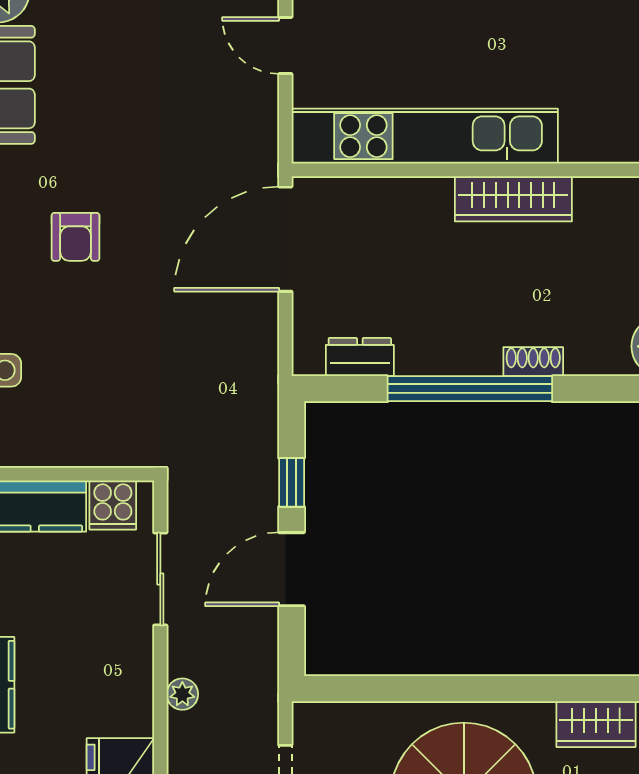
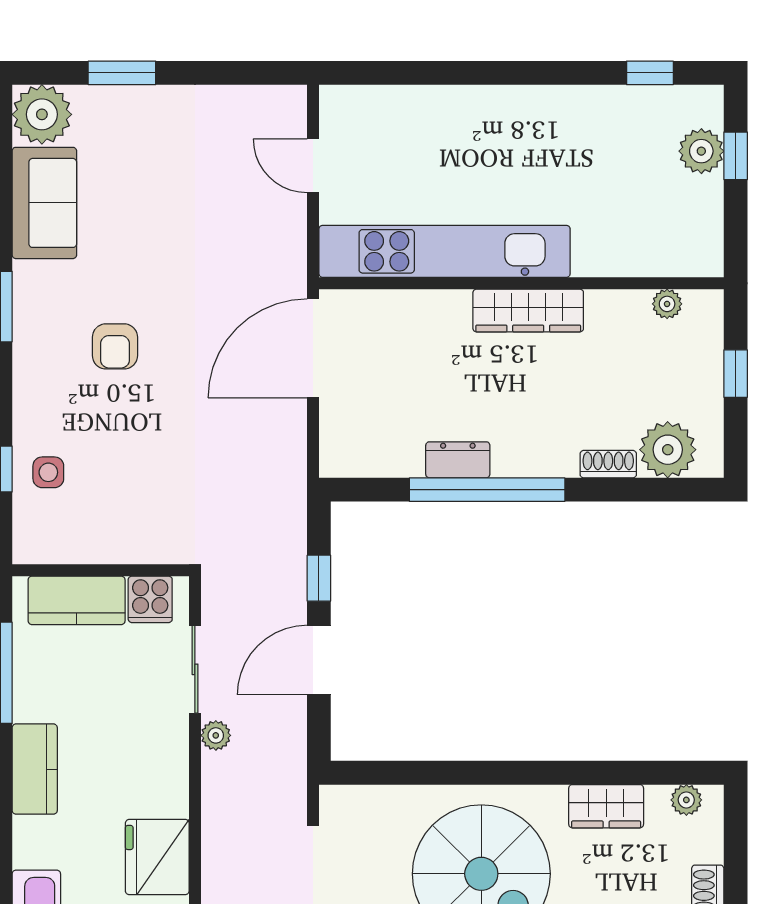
dresser: (360, 357) -> (458, 460), moved
shoe rack: (533, 362) -> (608, 464), moved
plant: (182, 694) -> (216, 735), moved

